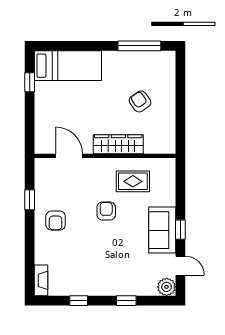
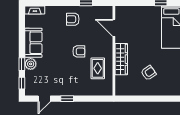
door: (69, 156) -> (114, 28), swing flipped
sofa: (162, 230) -> (33, 43), moved, turned 90
plant: (167, 287) -> (31, 64), moved
window: (79, 301) -> (22, 83), moved

